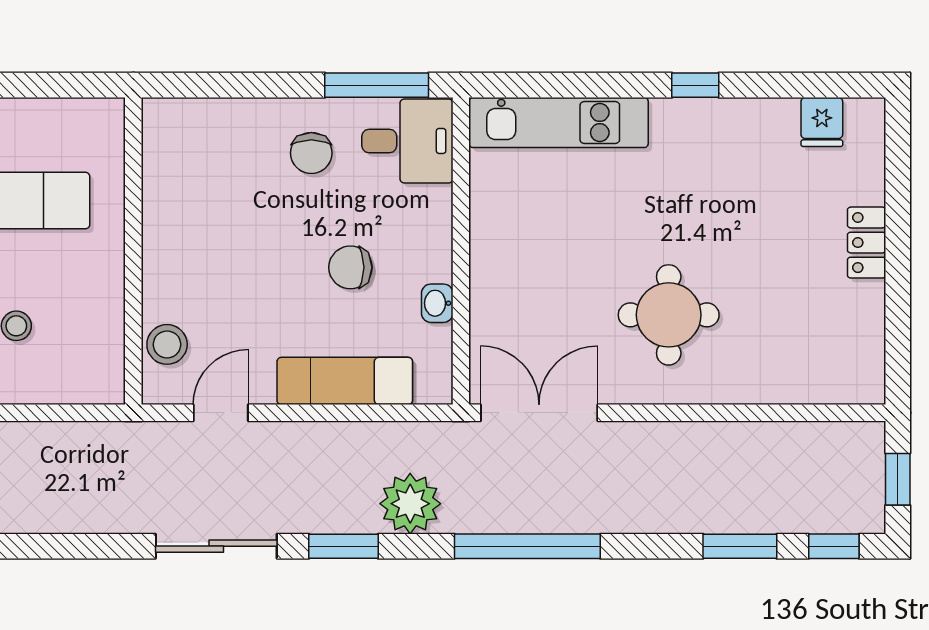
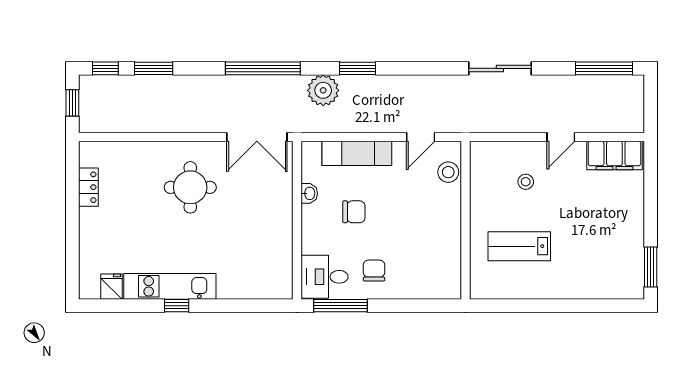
kitchen unit: (559, 123) -> (170, 286), moved
locker: (867, 243) -> (88, 187), moved
sliding door: (216, 546) -> (500, 68), moved

